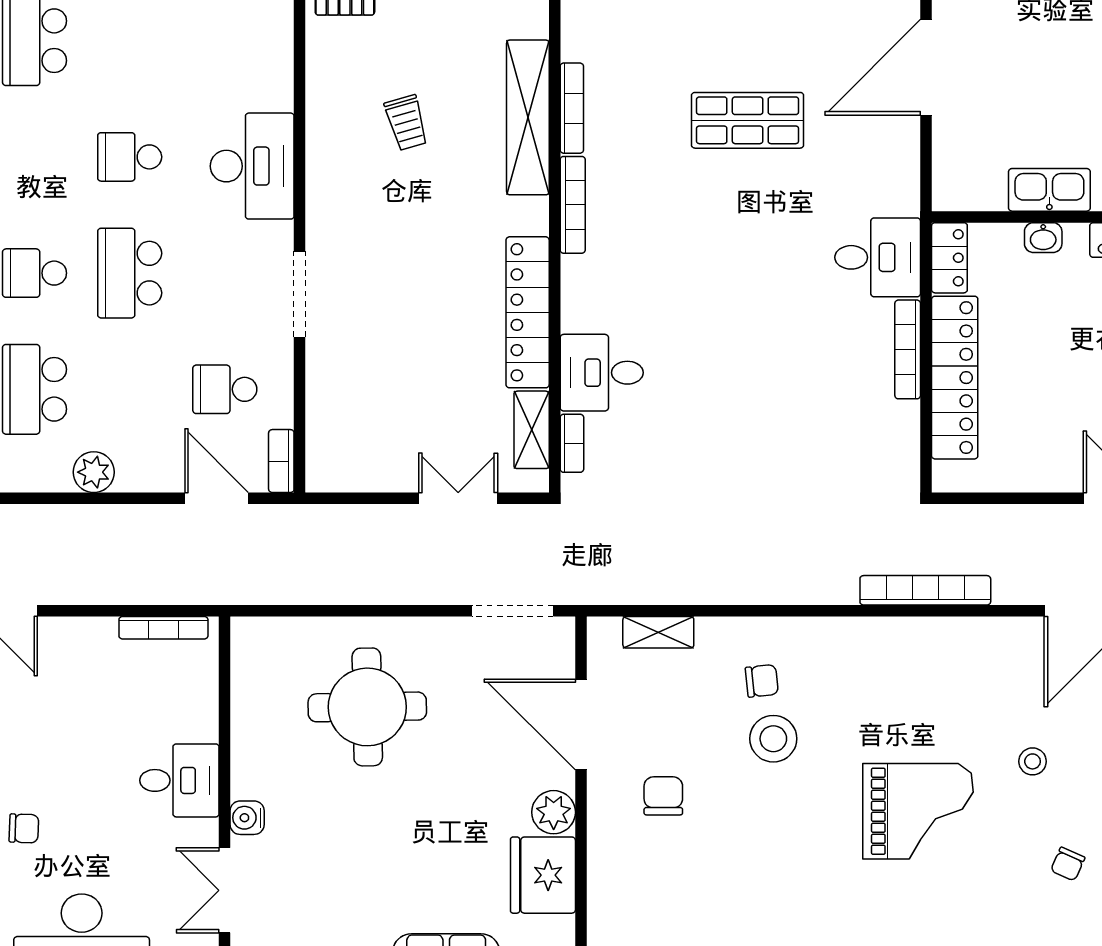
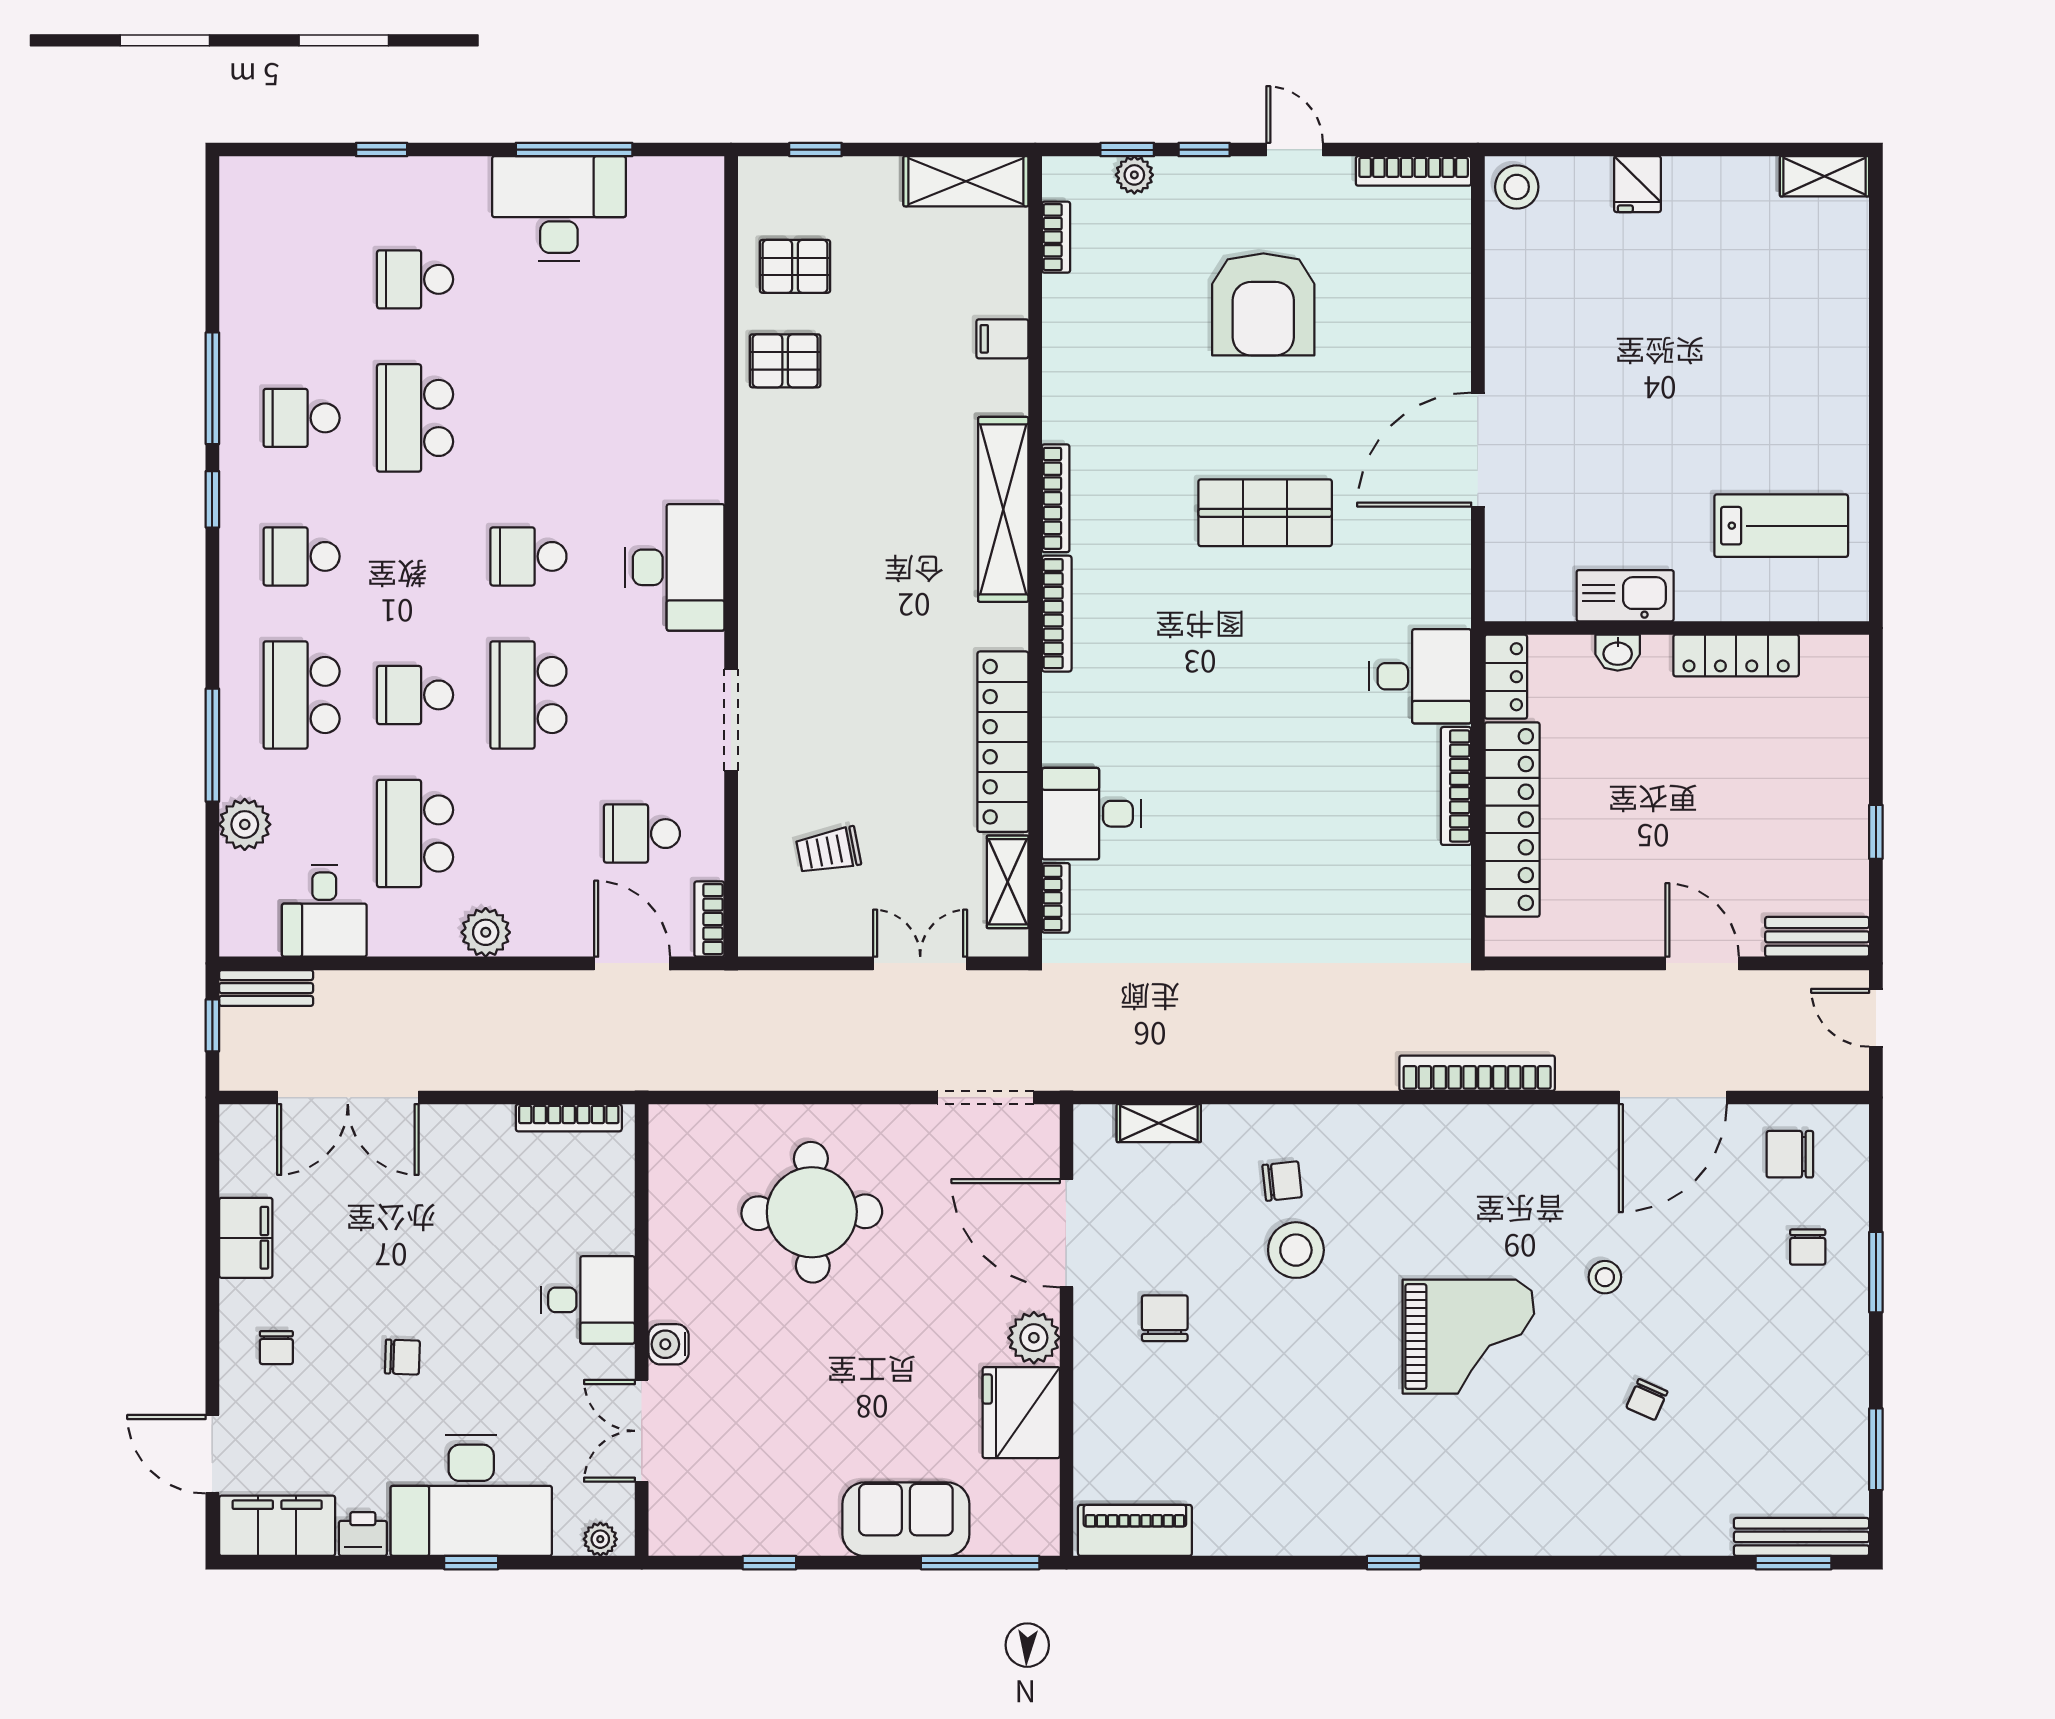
trolley: (406, 123) -> (828, 851), moved, turned 95

